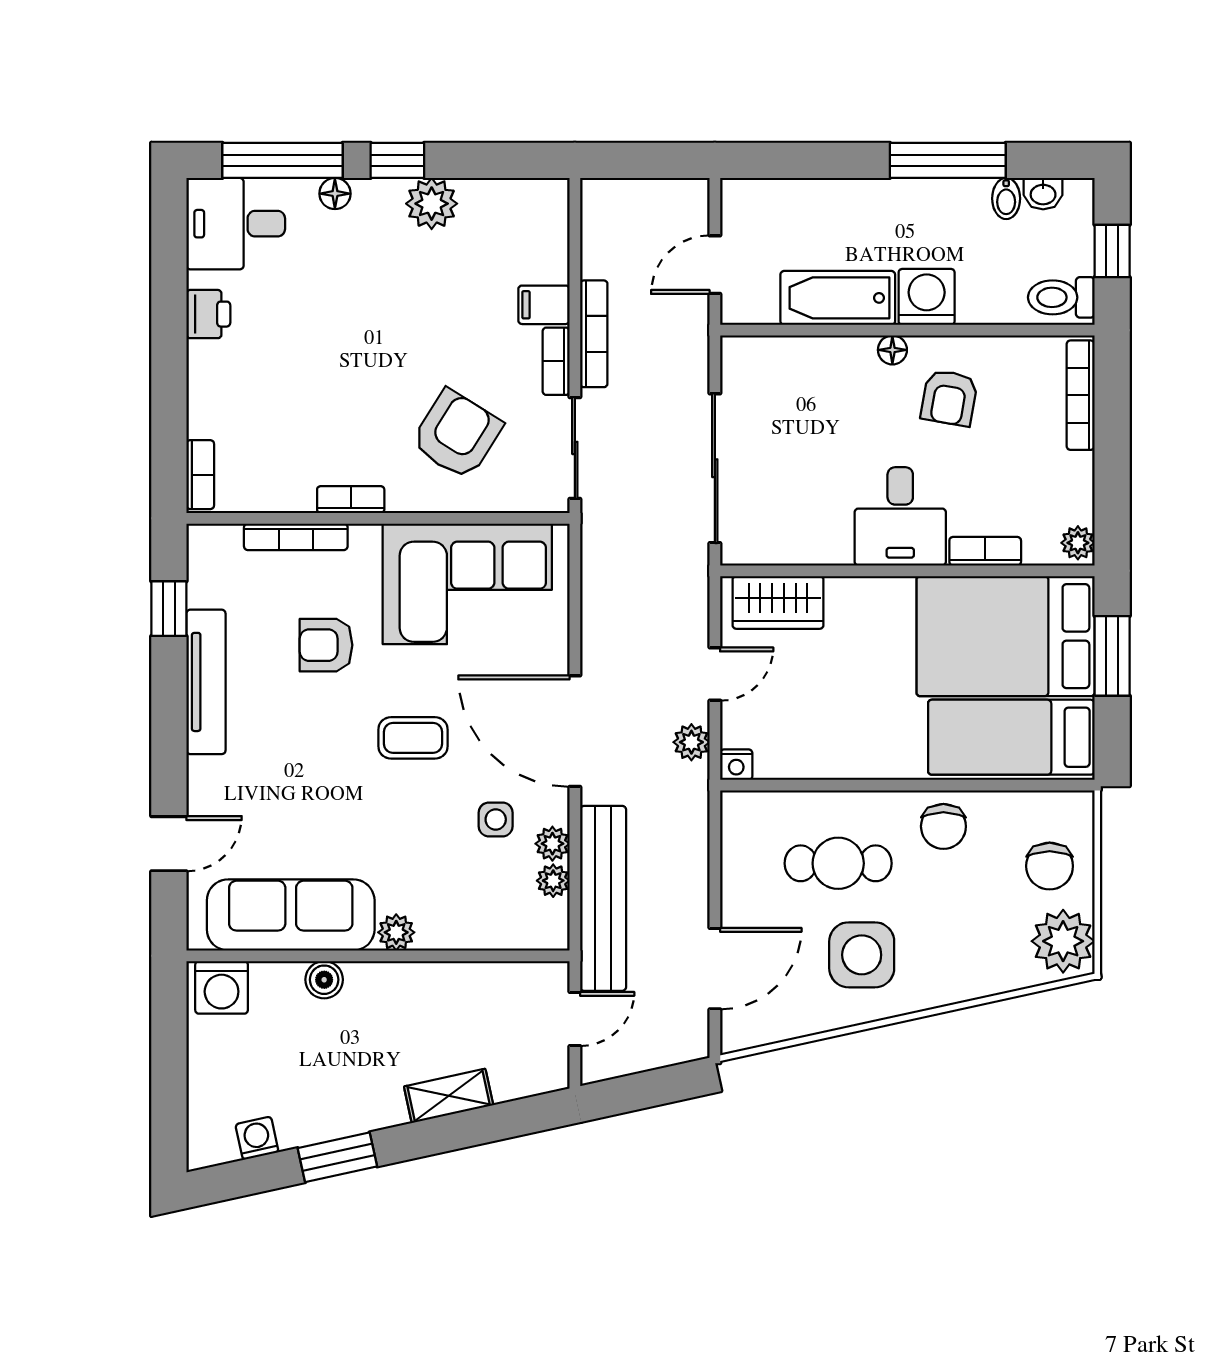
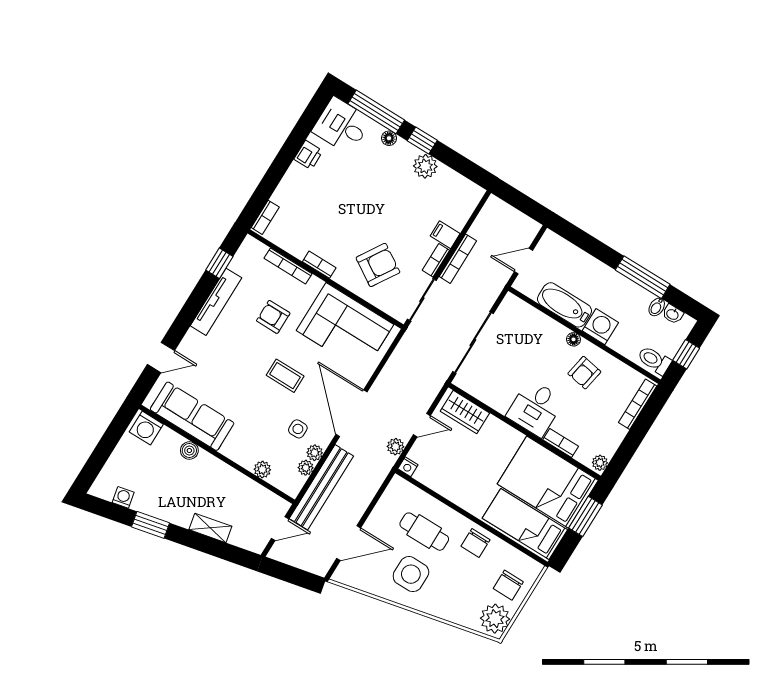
plant: (396, 932) -> (262, 469), moved

